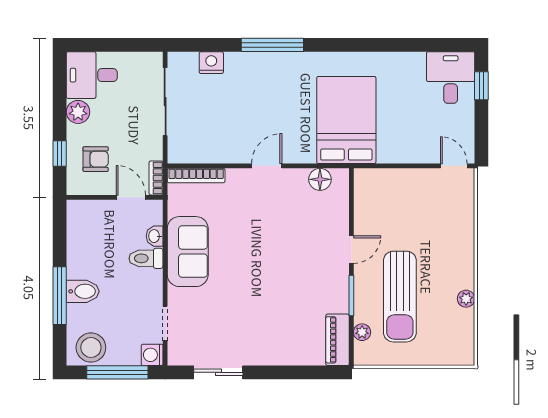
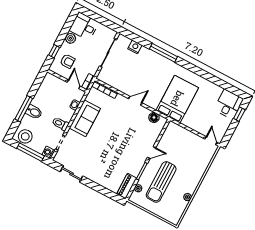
toilet: (146, 258) -> (60, 124), moved

